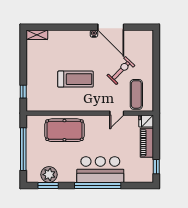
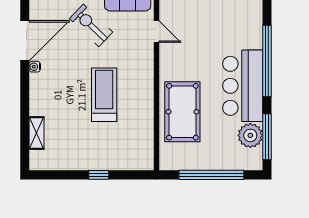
shelving: (37, 35) -> (36, 133), moved
window: (23, 92) -> (99, 175), moved
bar counter: (100, 170) -> (243, 86), moved
window: (48, 185) -> (267, 137), width x1.44

